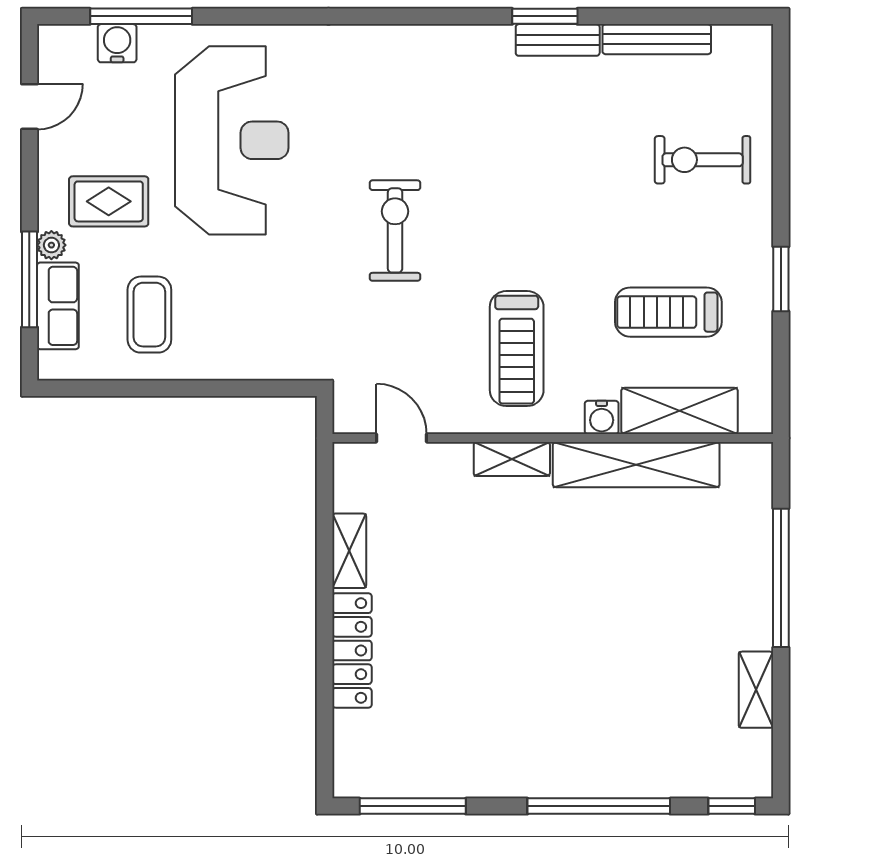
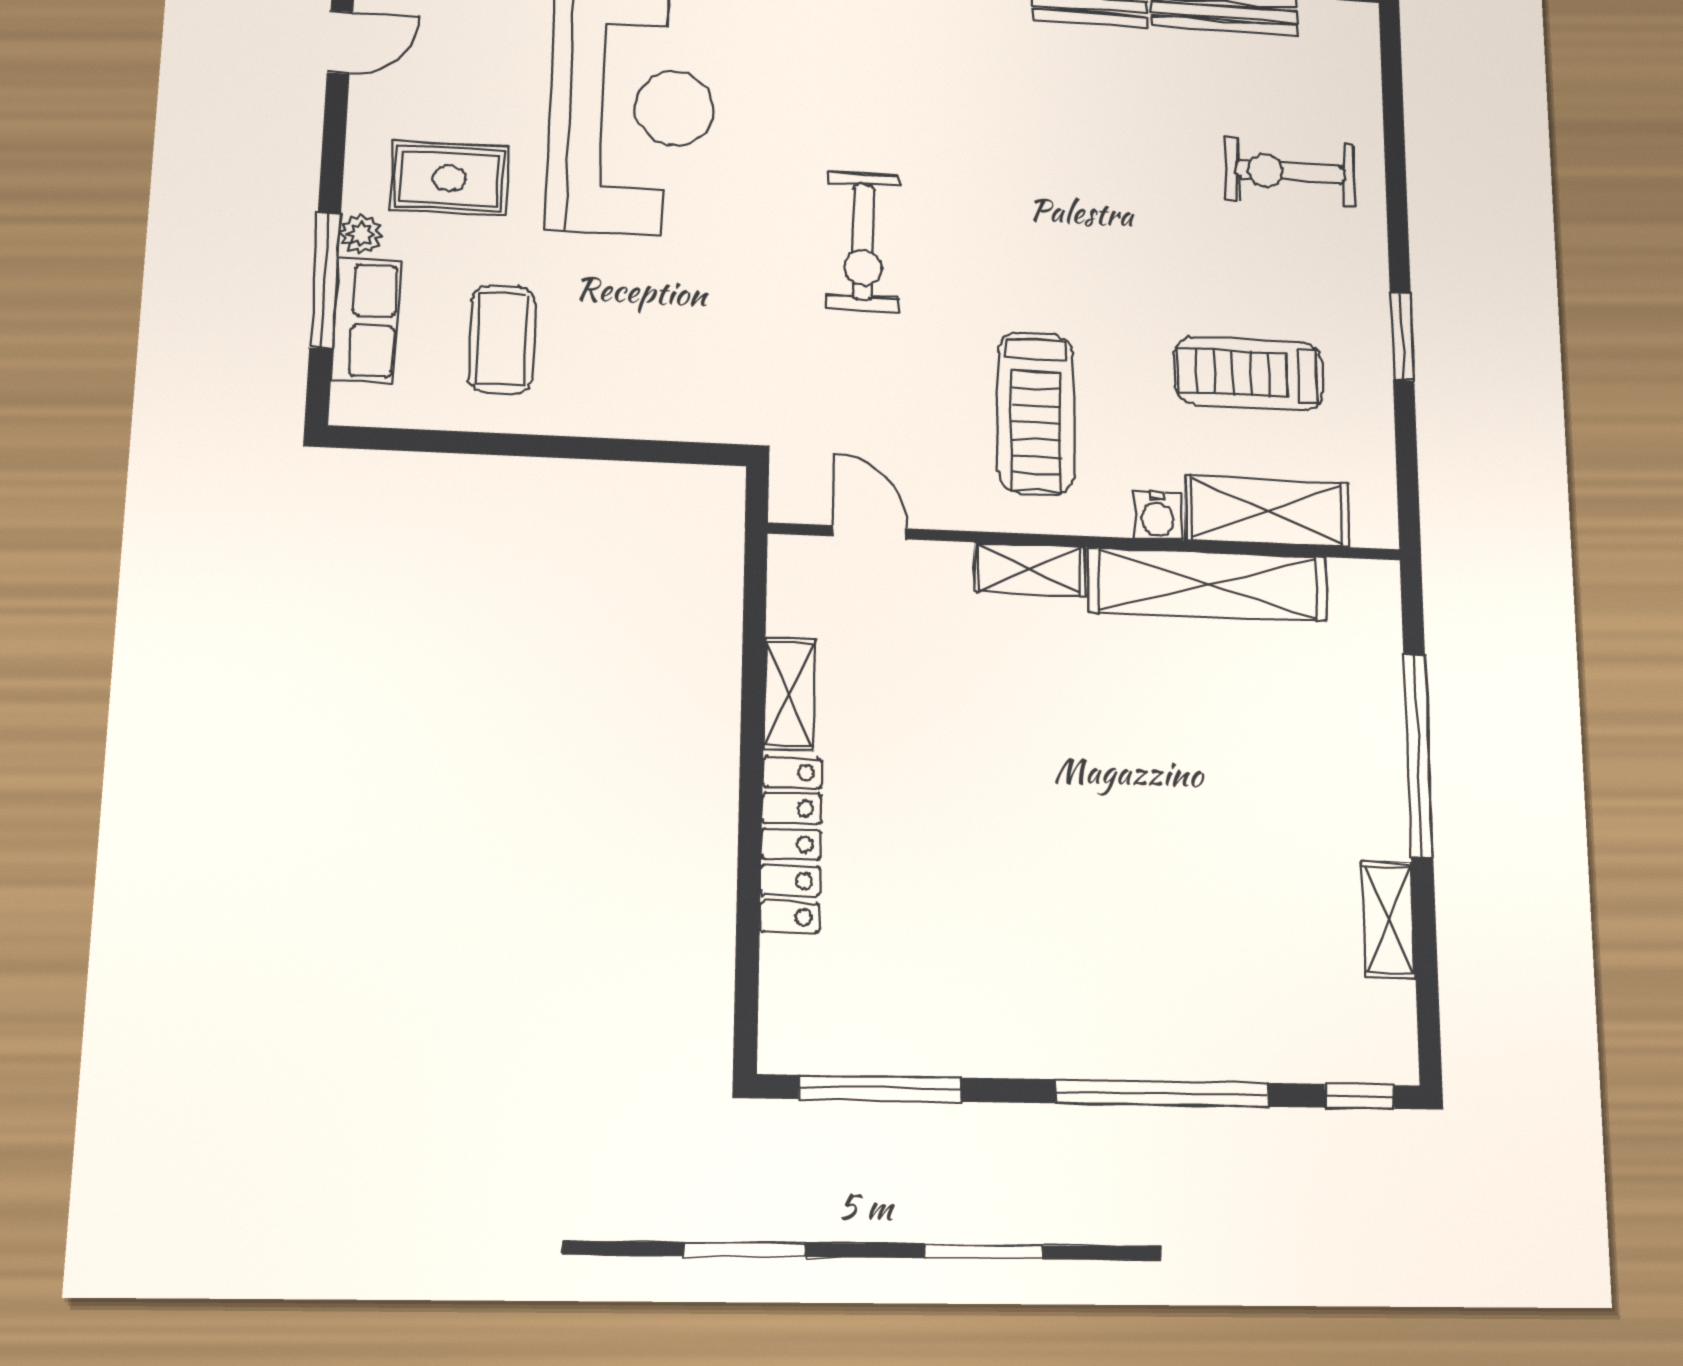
exercise bike: (395, 230) -> (863, 242), turned 180

